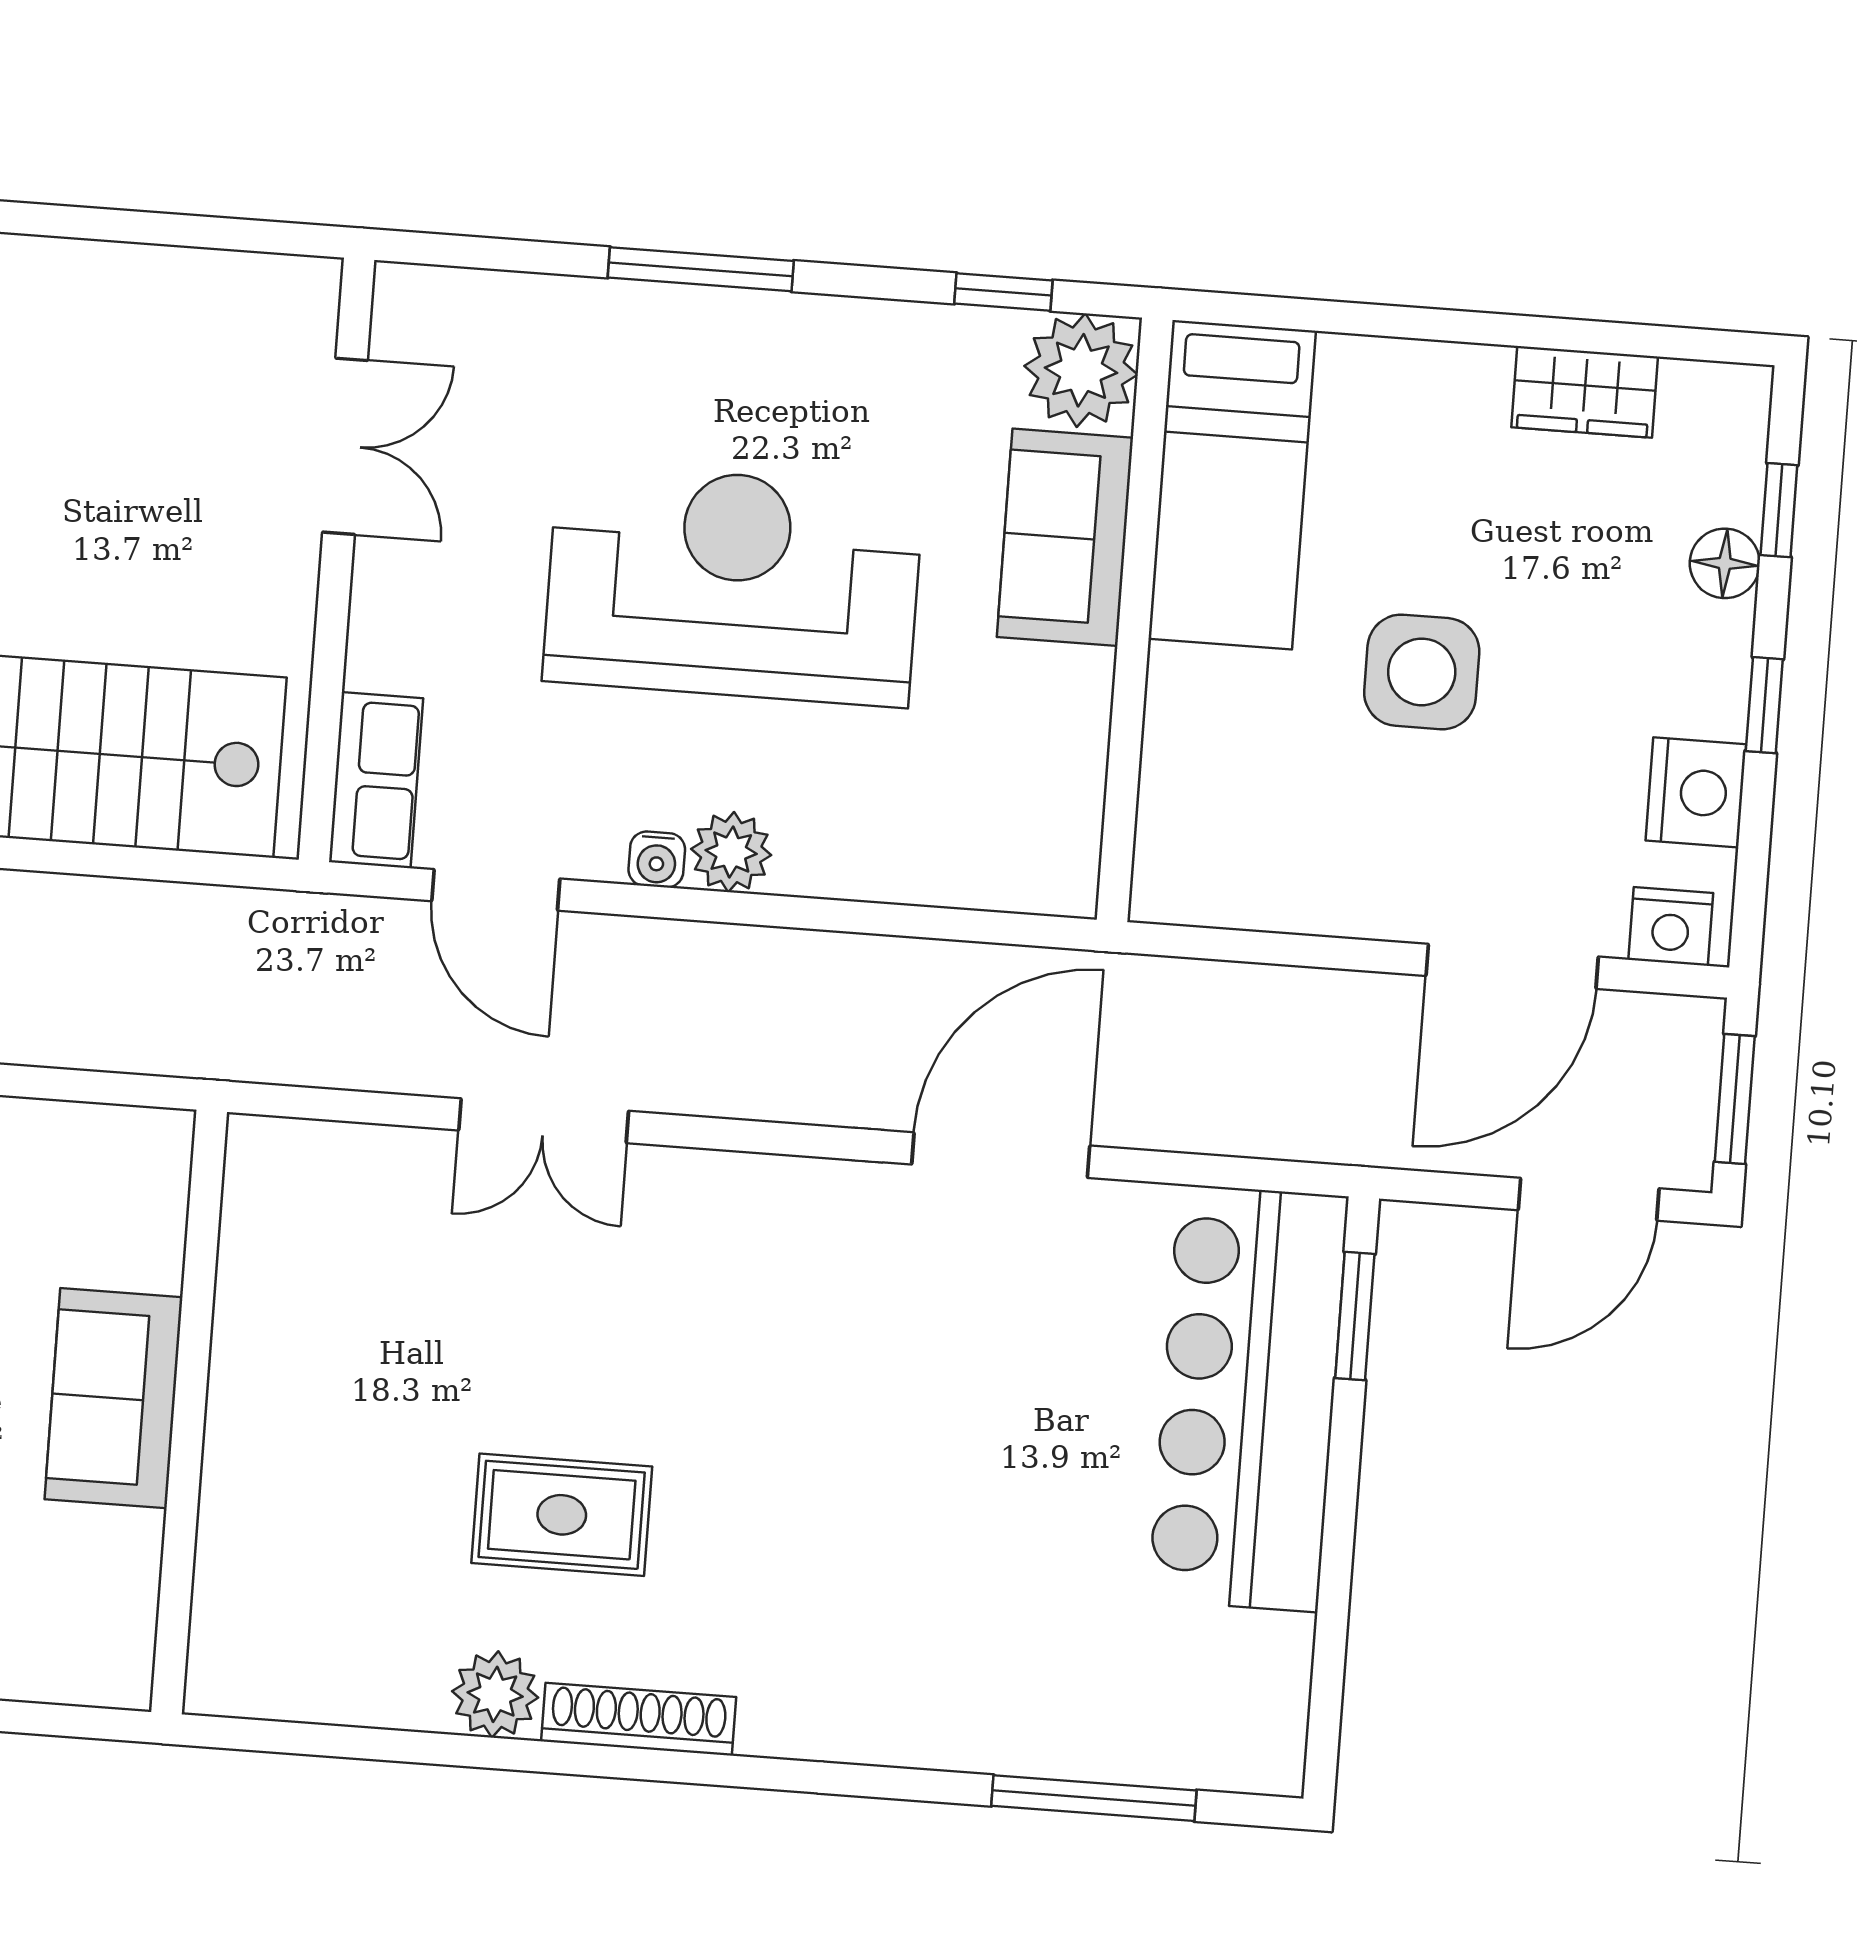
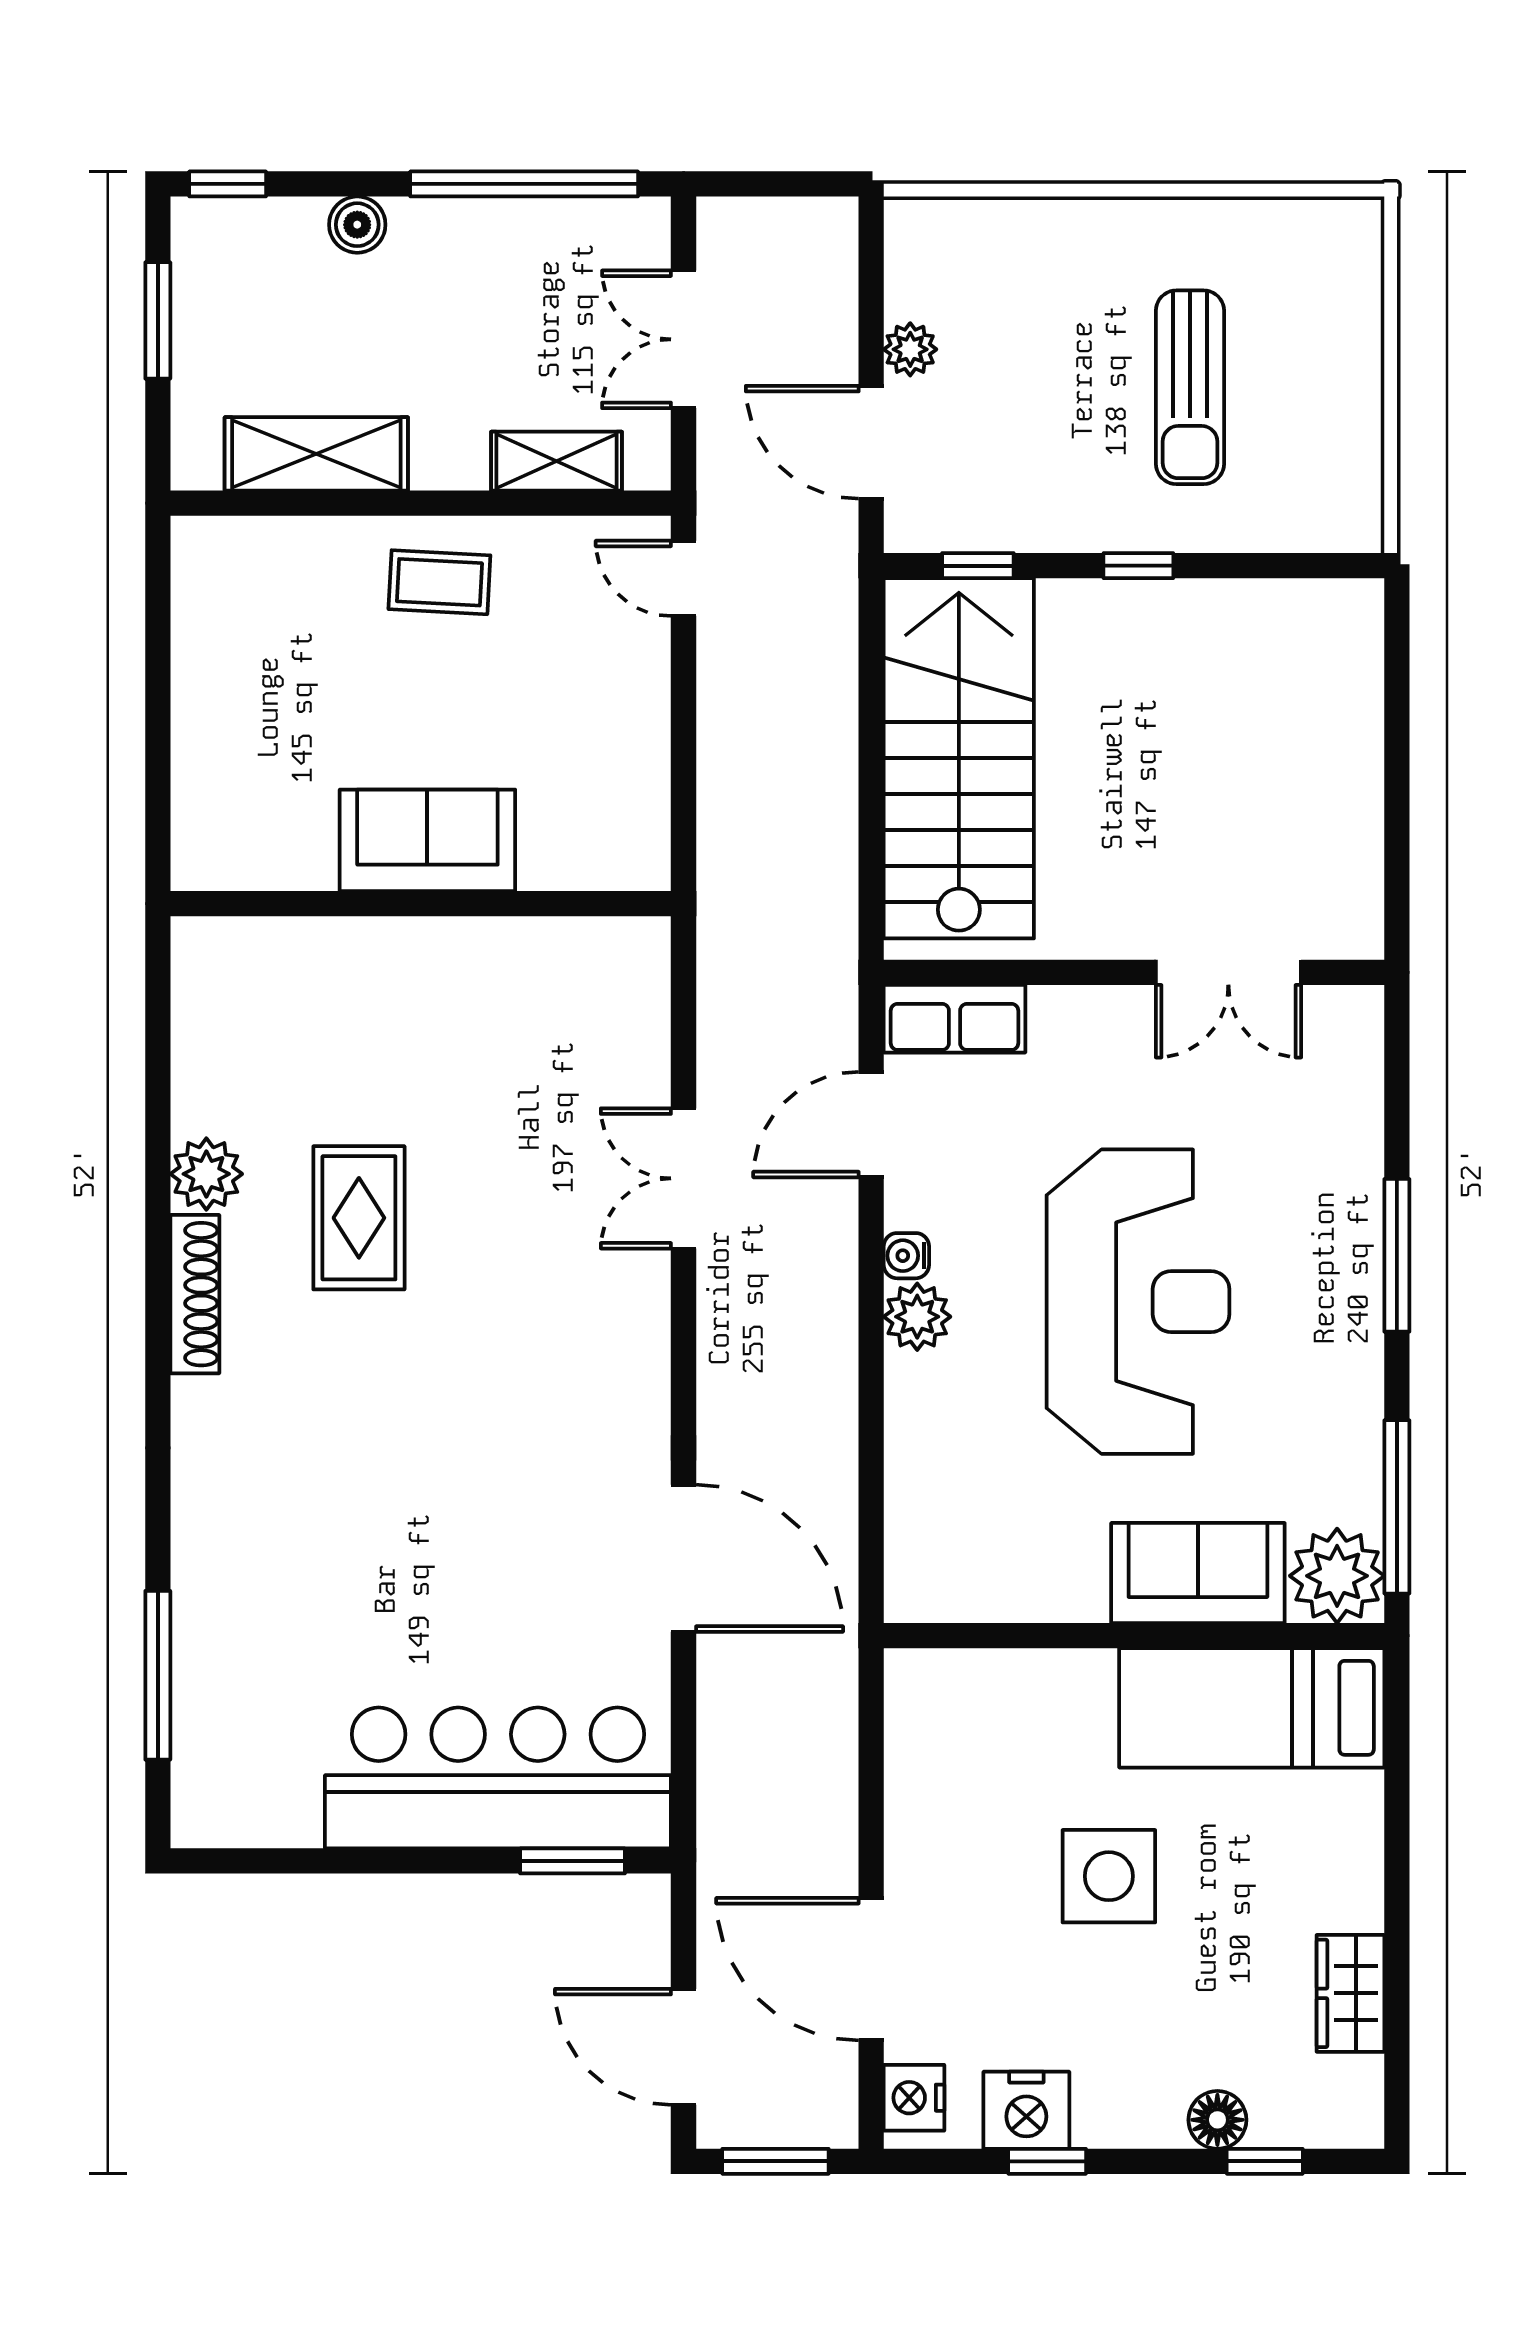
window: (1003, 292) -> (1397, 1507), width x2.17
window: (1764, 705) -> (1047, 2161), moved

